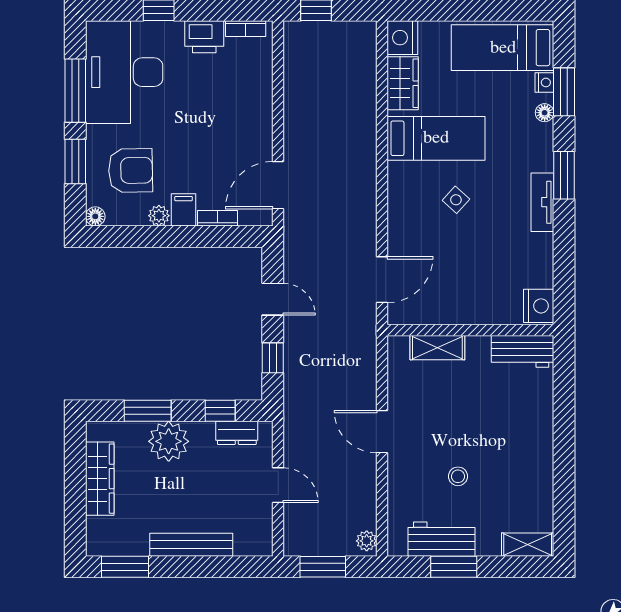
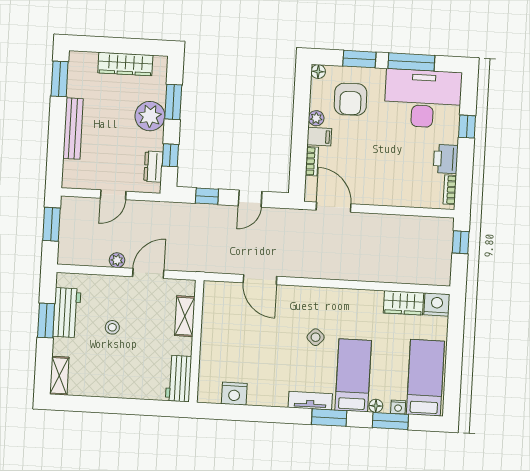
bed: (436, 138) -> (353, 375), moved, turned 180
wall: (470, 330) -> (196, 341), moved
shelving: (437, 348) -> (185, 316), moved
workbench: (522, 351) -> (179, 379), moved
plant: (367, 541) -> (117, 260), moved

